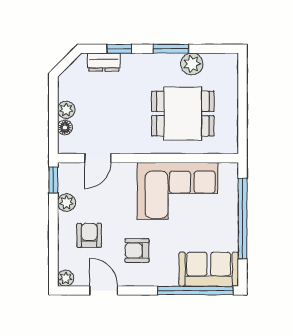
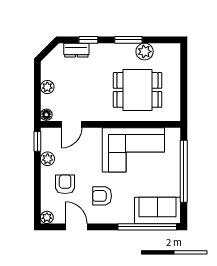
floor lamp: (65, 128) -> (46, 115), moved

